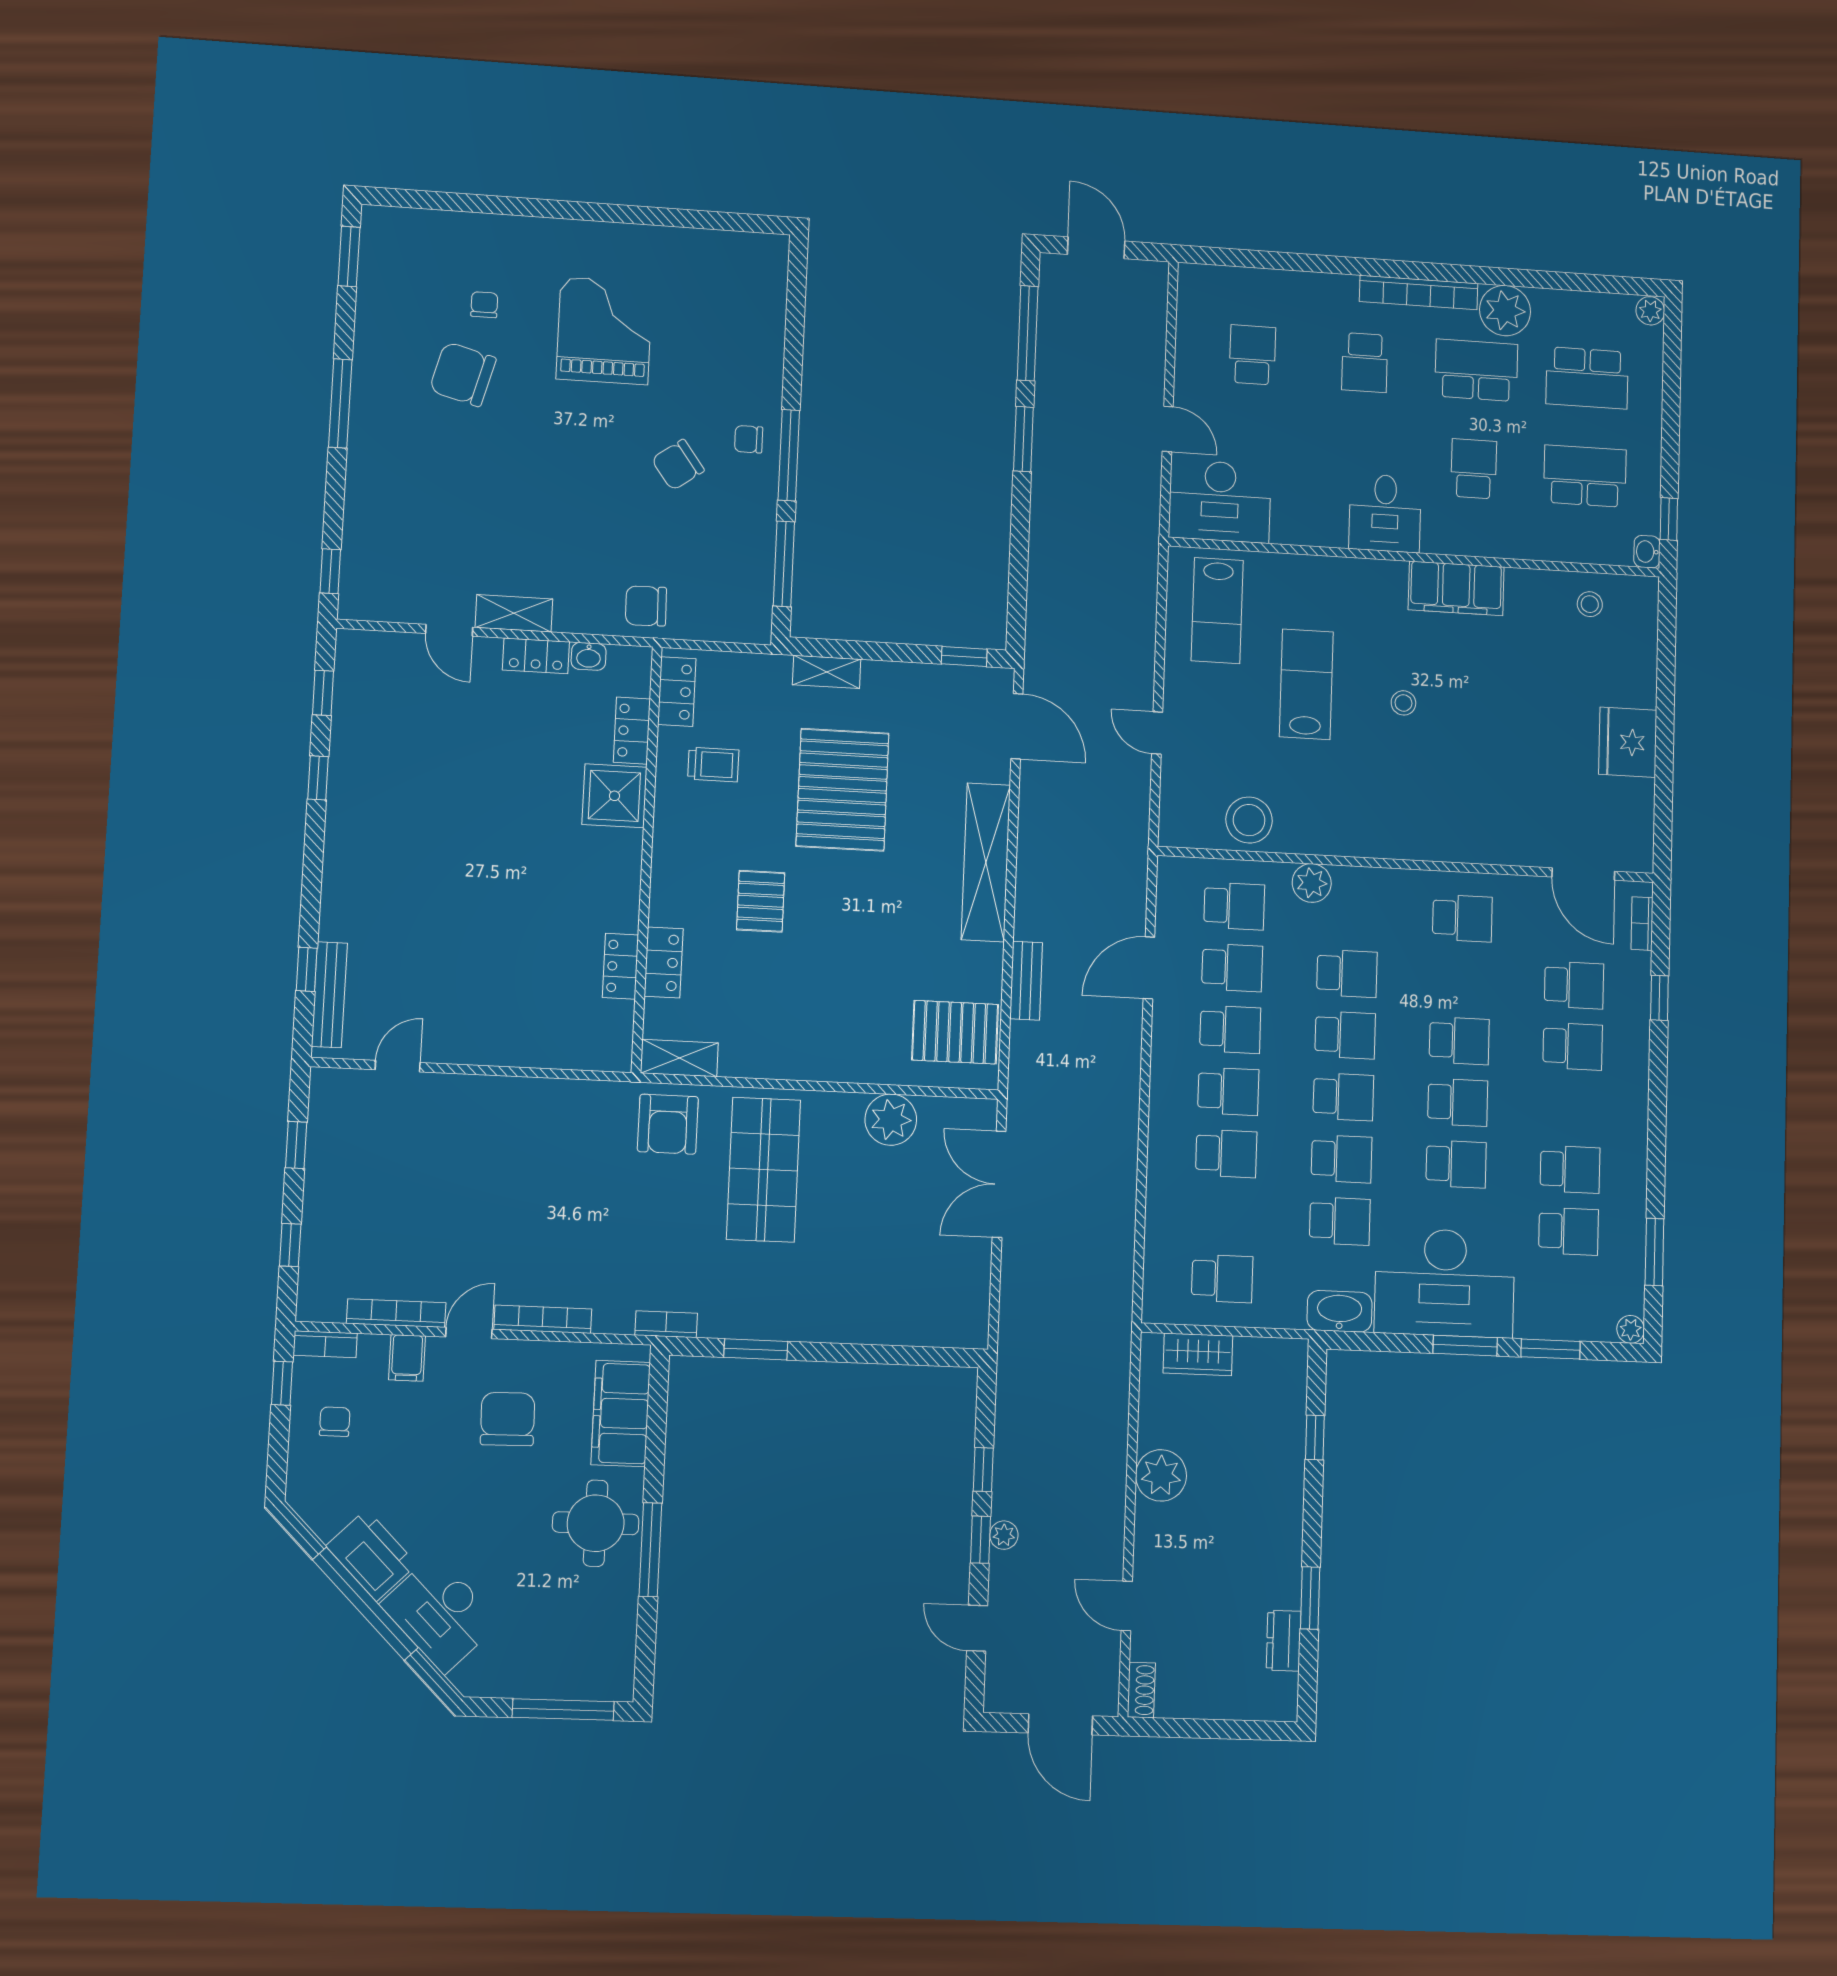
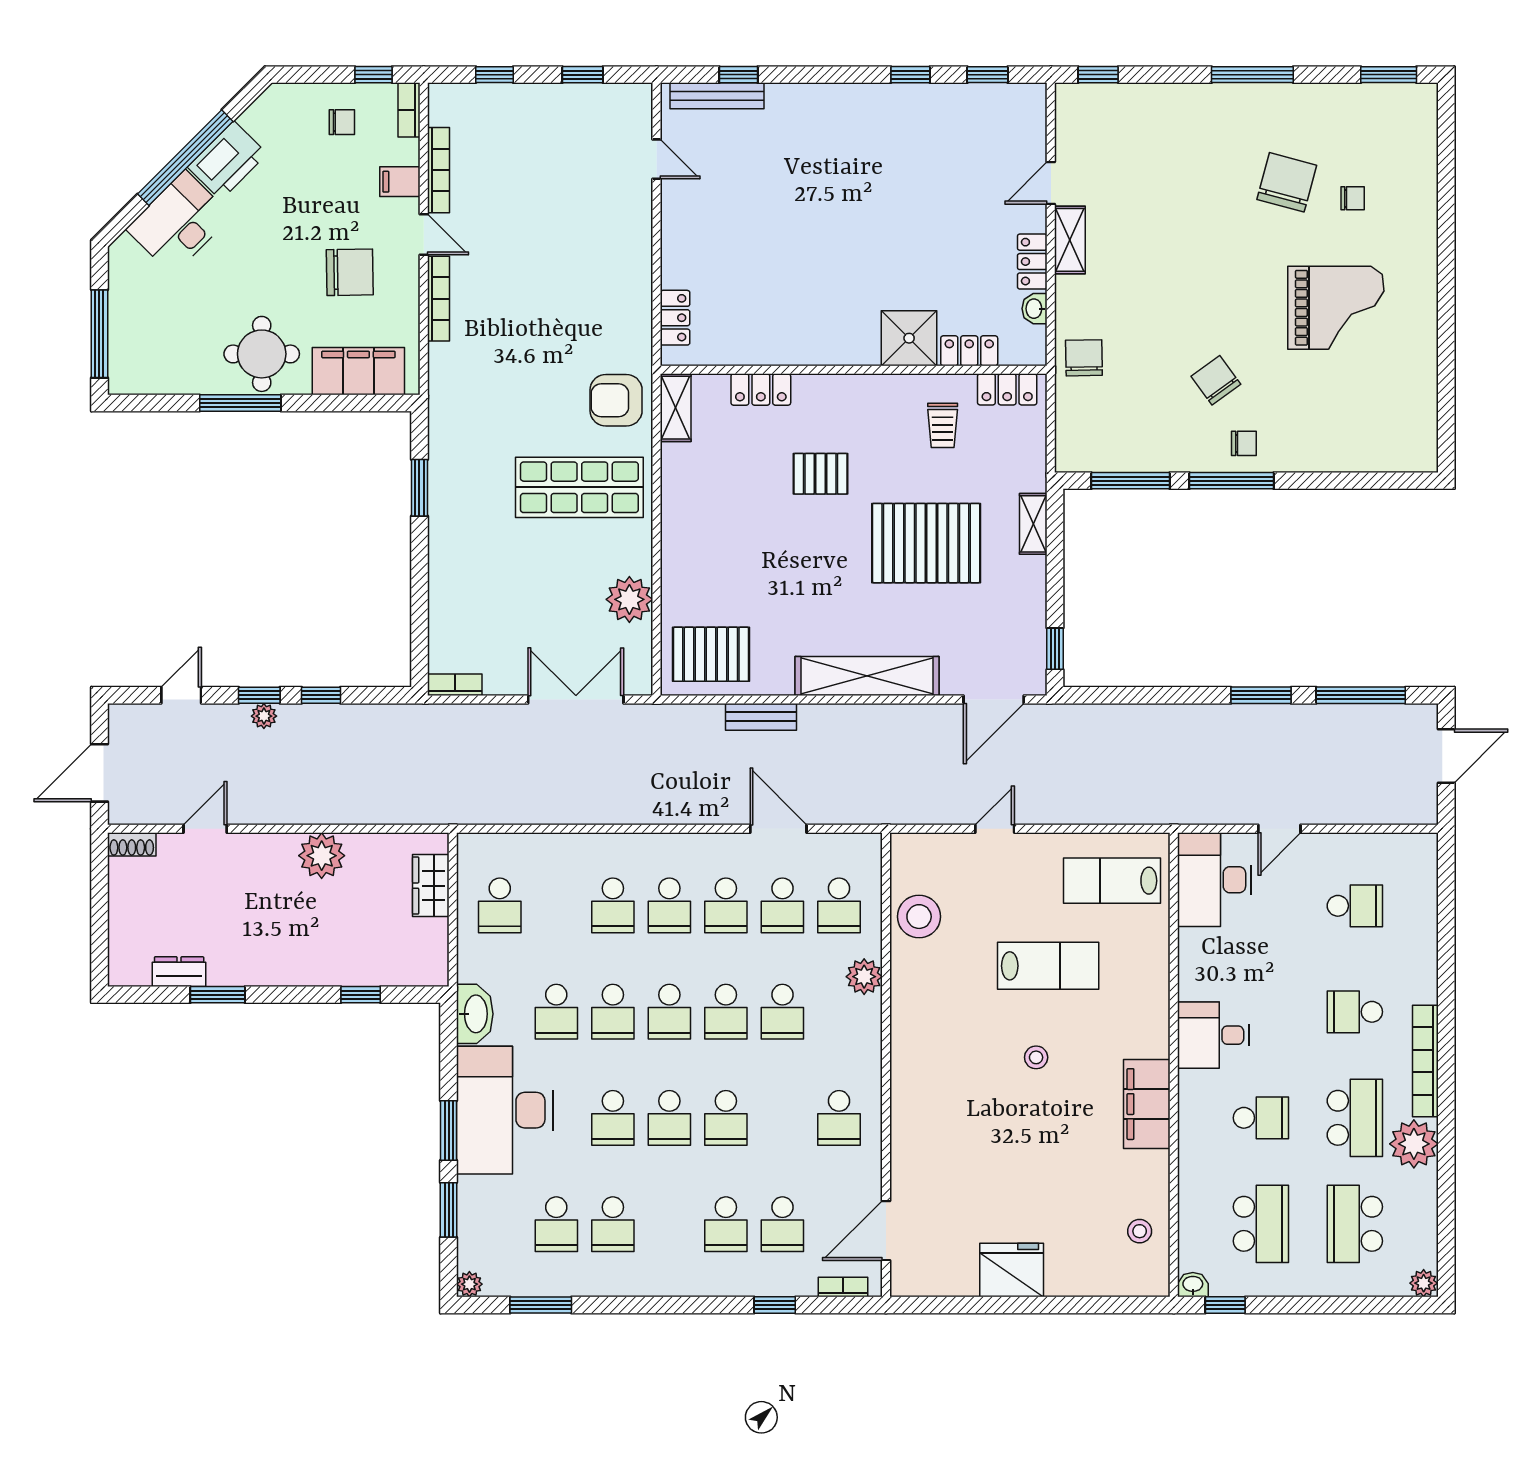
chair: (749, 439) -> (1244, 443), turned 90
locker: (620, 966) -> (675, 318), moved, turned 90
pallet: (955, 1032) -> (711, 654), turned 90
bookcase: (666, 1324) -> (455, 685), moved, turned -90

